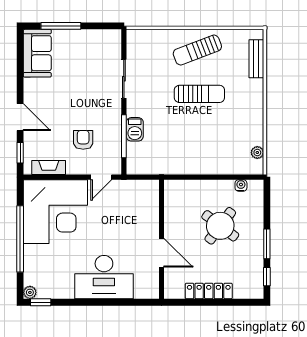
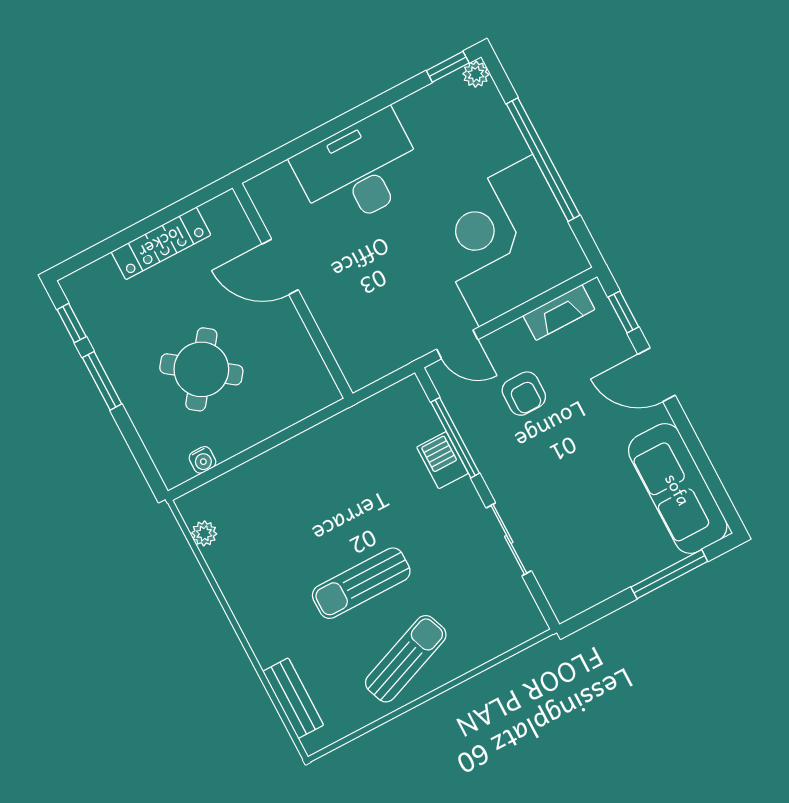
sofa: (37, 53) -> (678, 489), width x1.36
door: (101, 177) -> (457, 344), swing flipped

